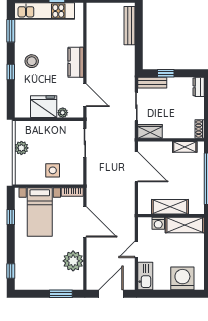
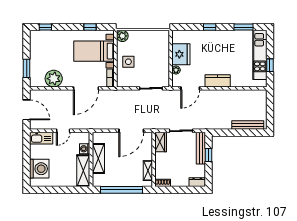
stool: (32, 61) -> (218, 44), removed
bench: (152, 83) -> (201, 148), width x1.36
plant: (21, 148) -> (122, 36), moved
door: (136, 249) -> (63, 131), swing flipped

